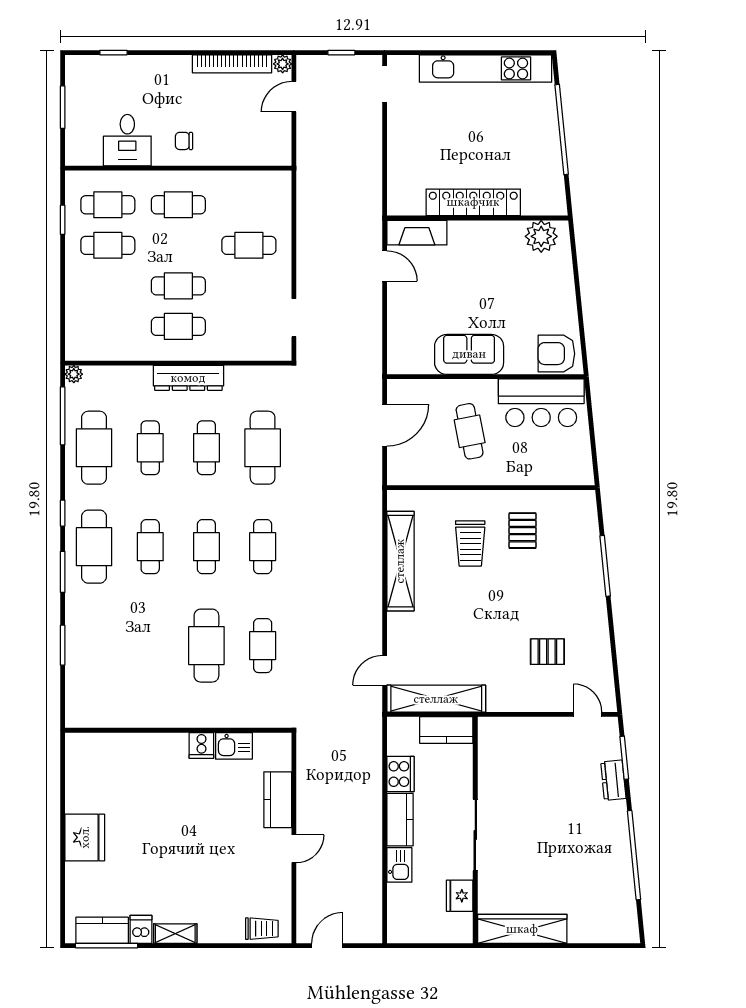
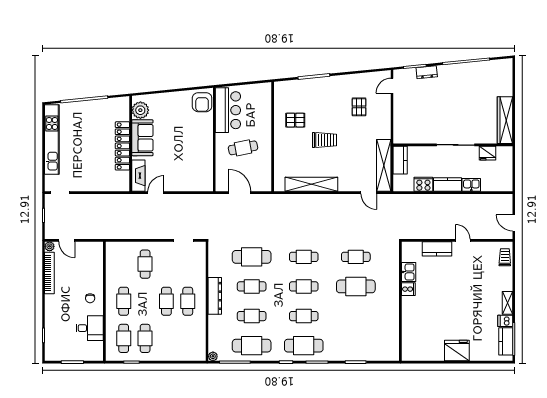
sofa: (469, 354) -> (142, 138), moved, turned 180
trolley: (470, 543) -> (324, 140), moved

